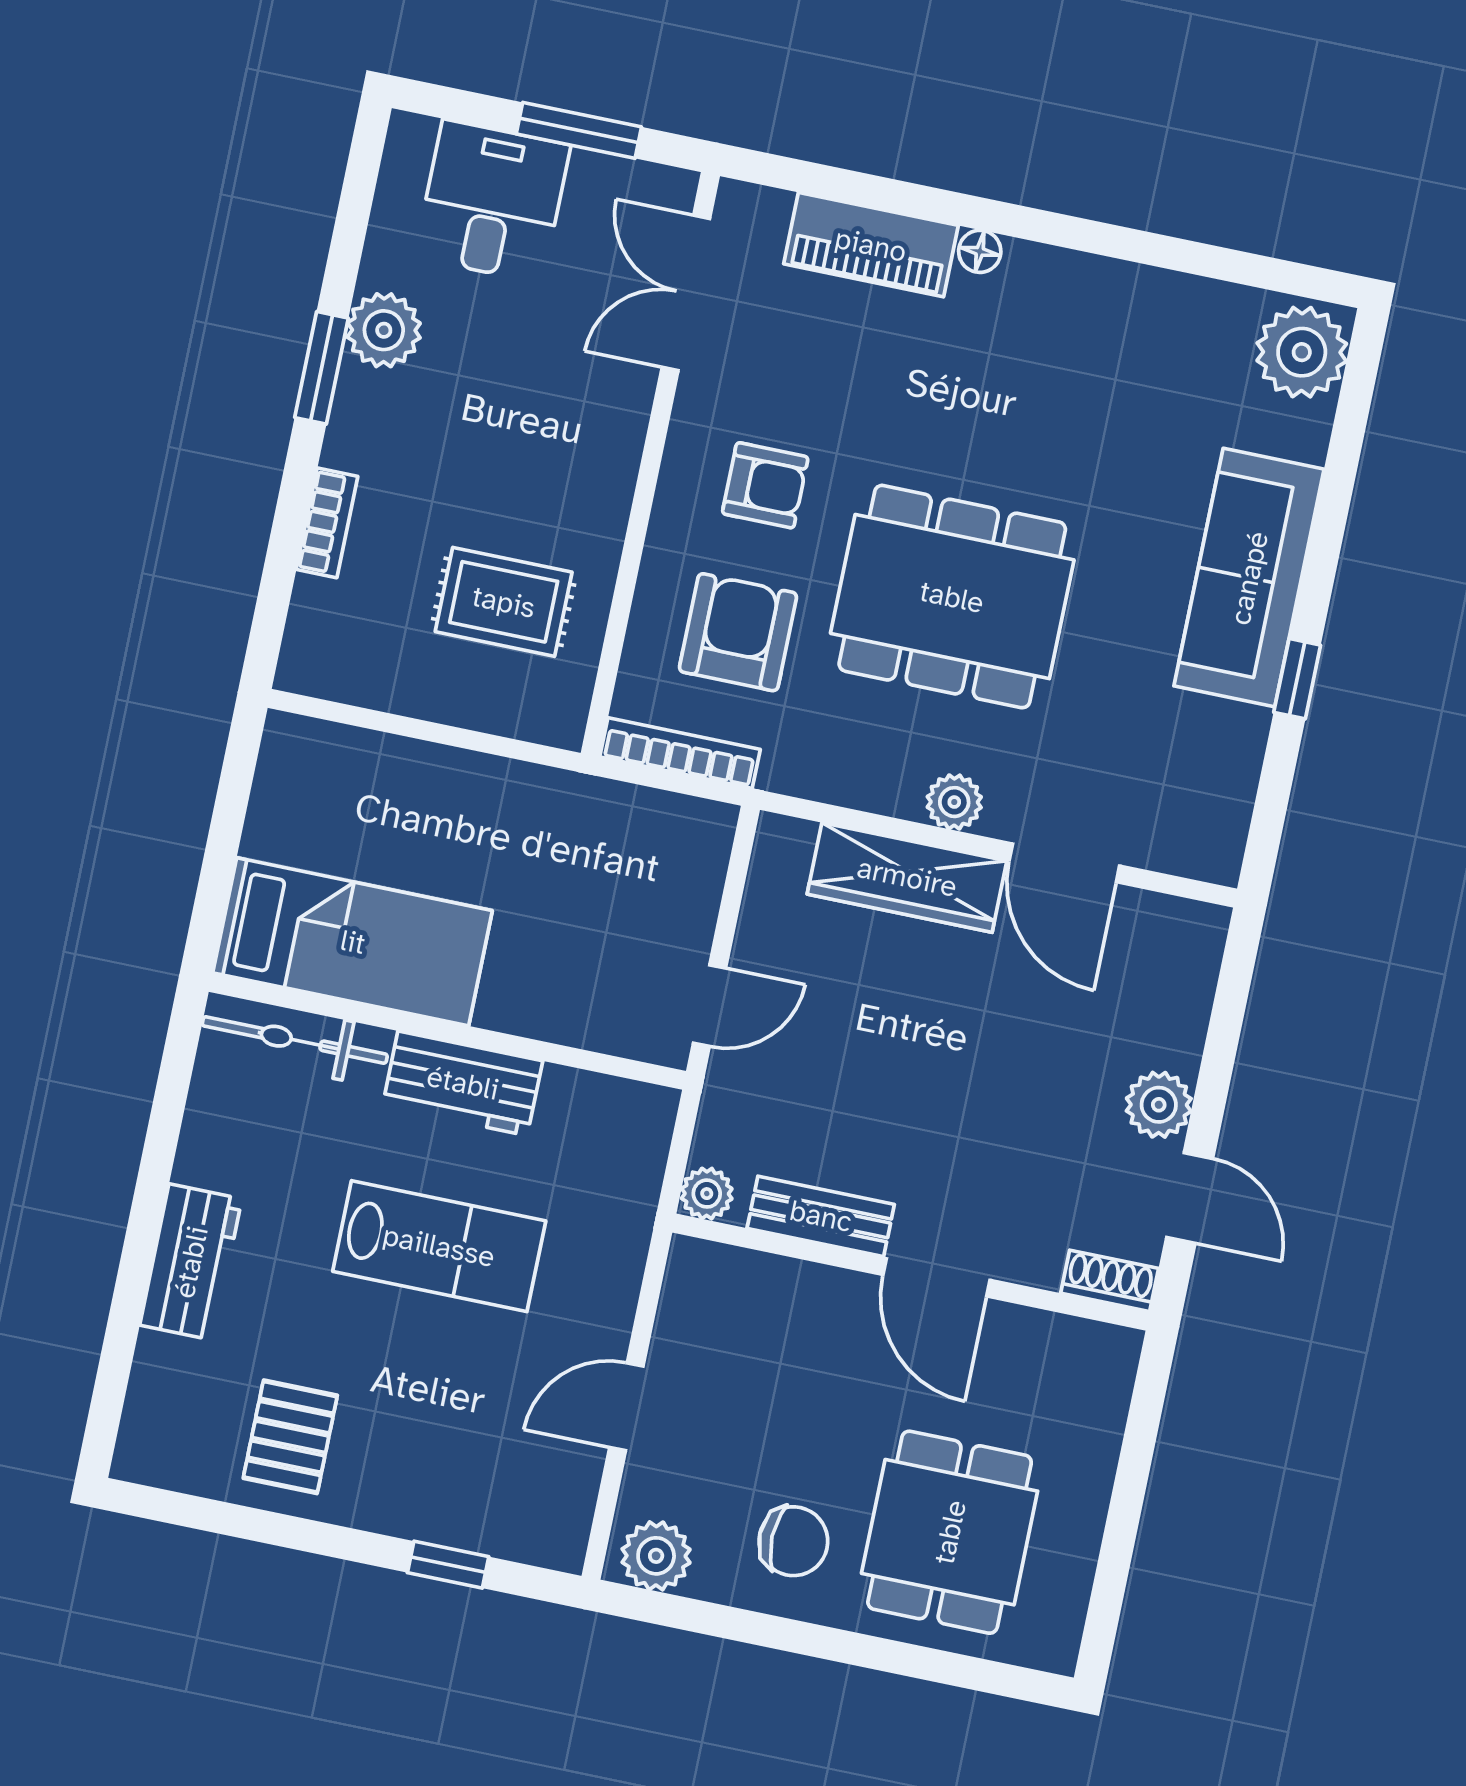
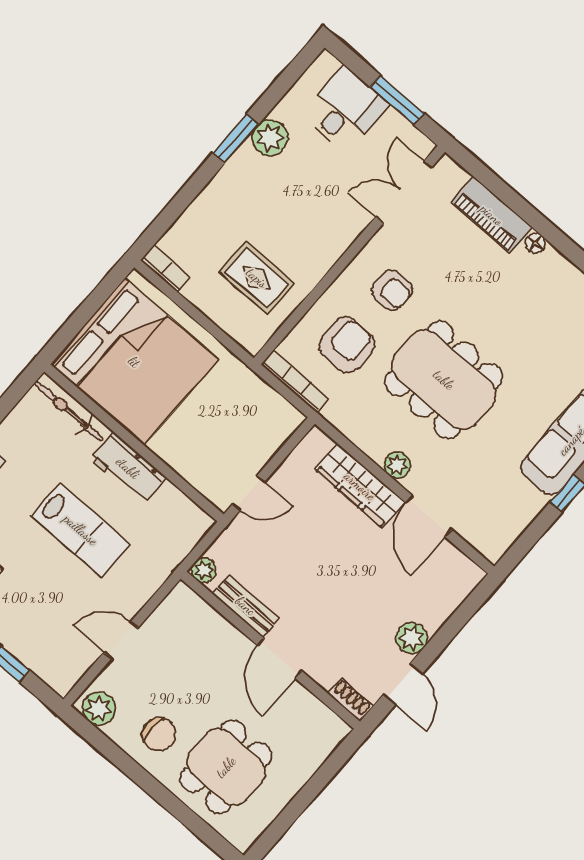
bookcase: (327, 523) -> (165, 269), moved, turned -90
bed: (353, 942) -> (134, 362), width x2.04

